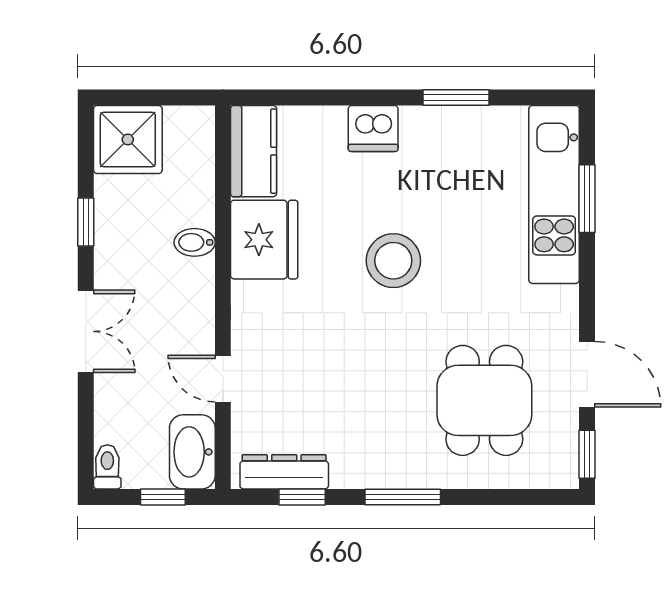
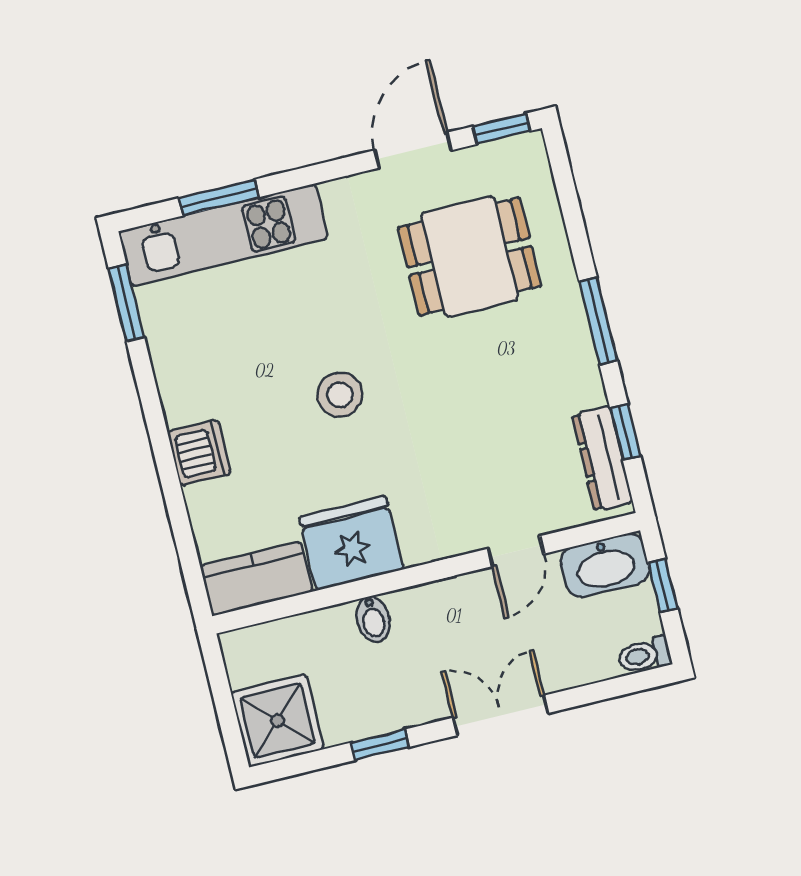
window: (456, 97) -> (126, 303), moved
stool: (393, 261) -> (340, 395), width x0.73, depth x0.73

